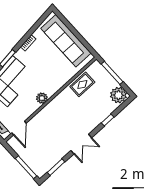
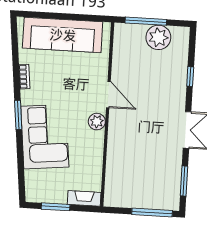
rug: (82, 84) -> (126, 65), removed
plant: (118, 95) -> (158, 37), moved
door: (19, 128) -> (108, 95), moved

